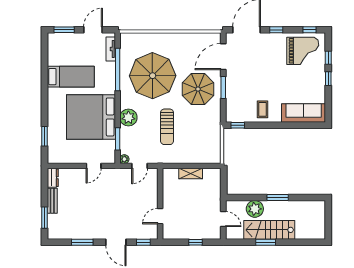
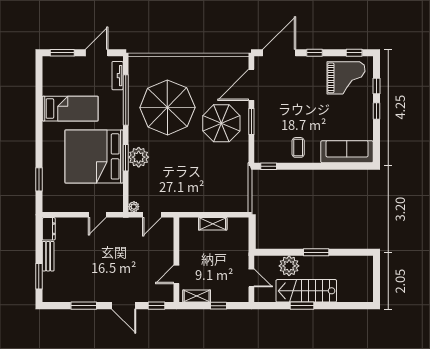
sun lounger: (167, 127) -> (185, 168), removed
window: (118, 139) -> (126, 158), moved
shelving: (177, 234) -> (197, 296), added

